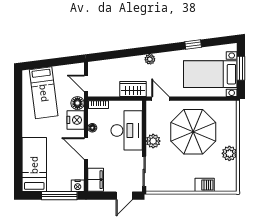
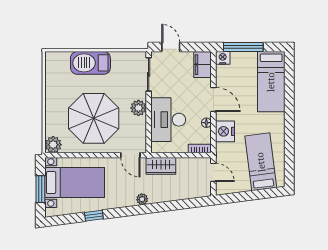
floor lamp: (77, 103) -> (223, 150), removed
plant: (229, 153) -> (53, 145), moved
barbecue: (205, 185) -> (90, 63), width x1.88, depth x1.53
door: (124, 196) -> (171, 47), hinge flipped

